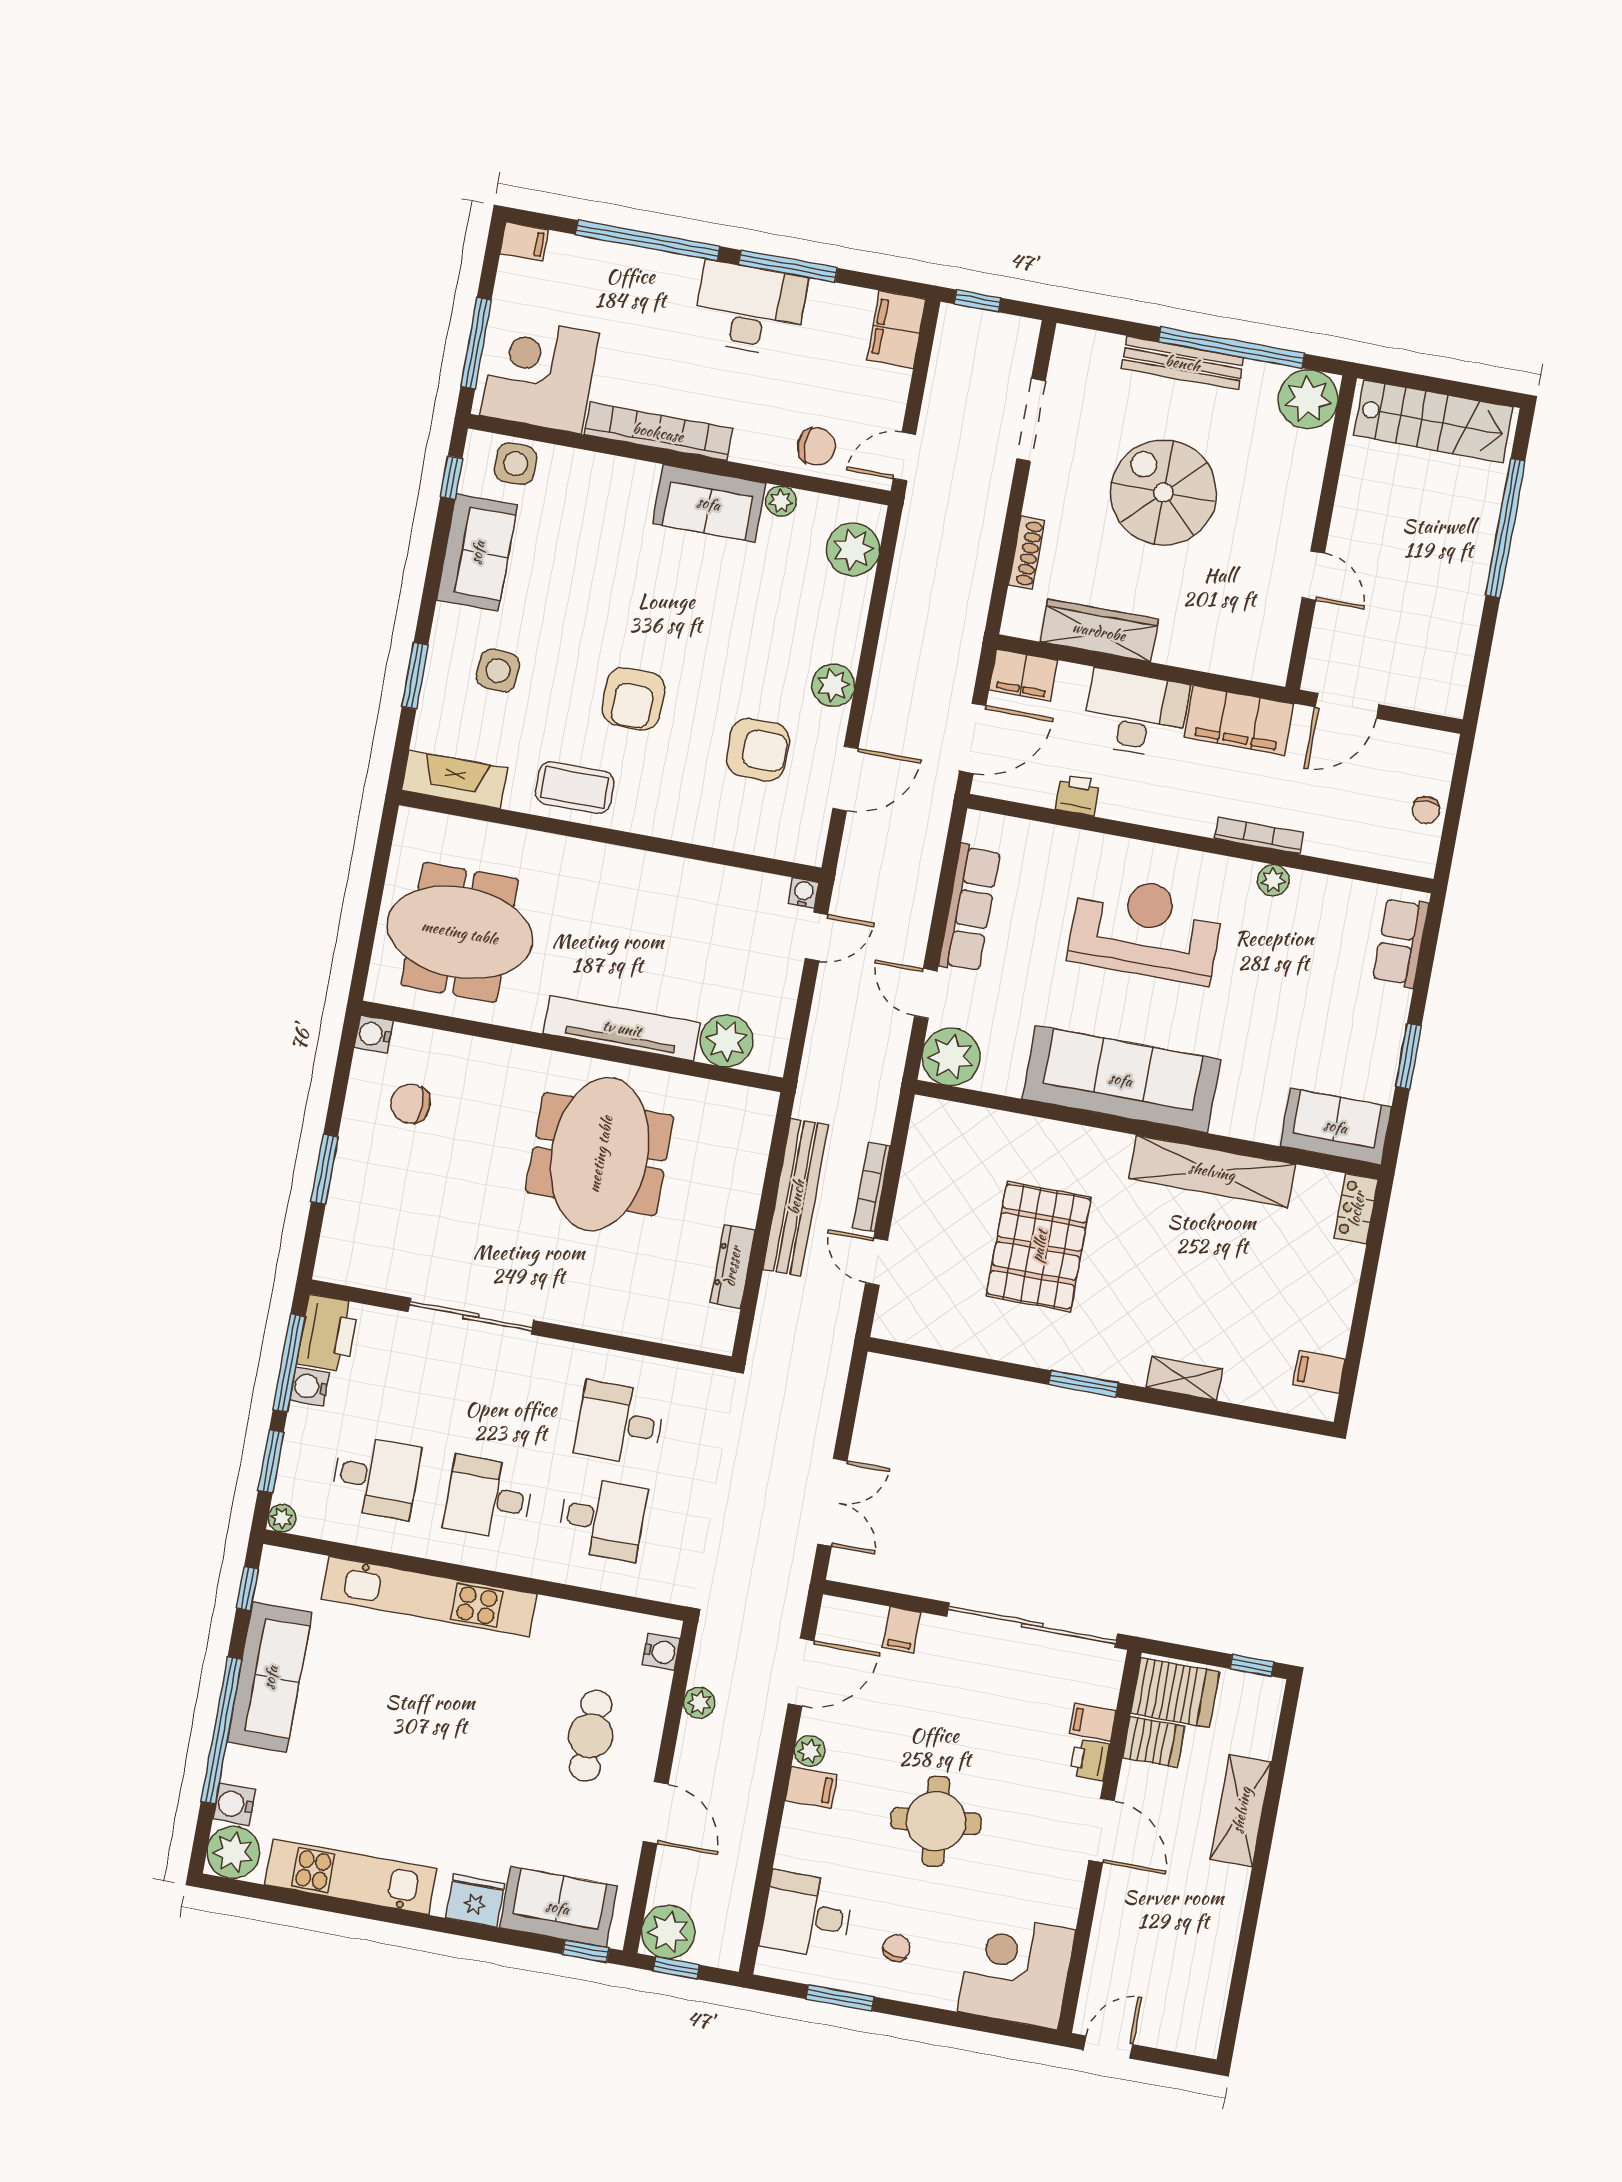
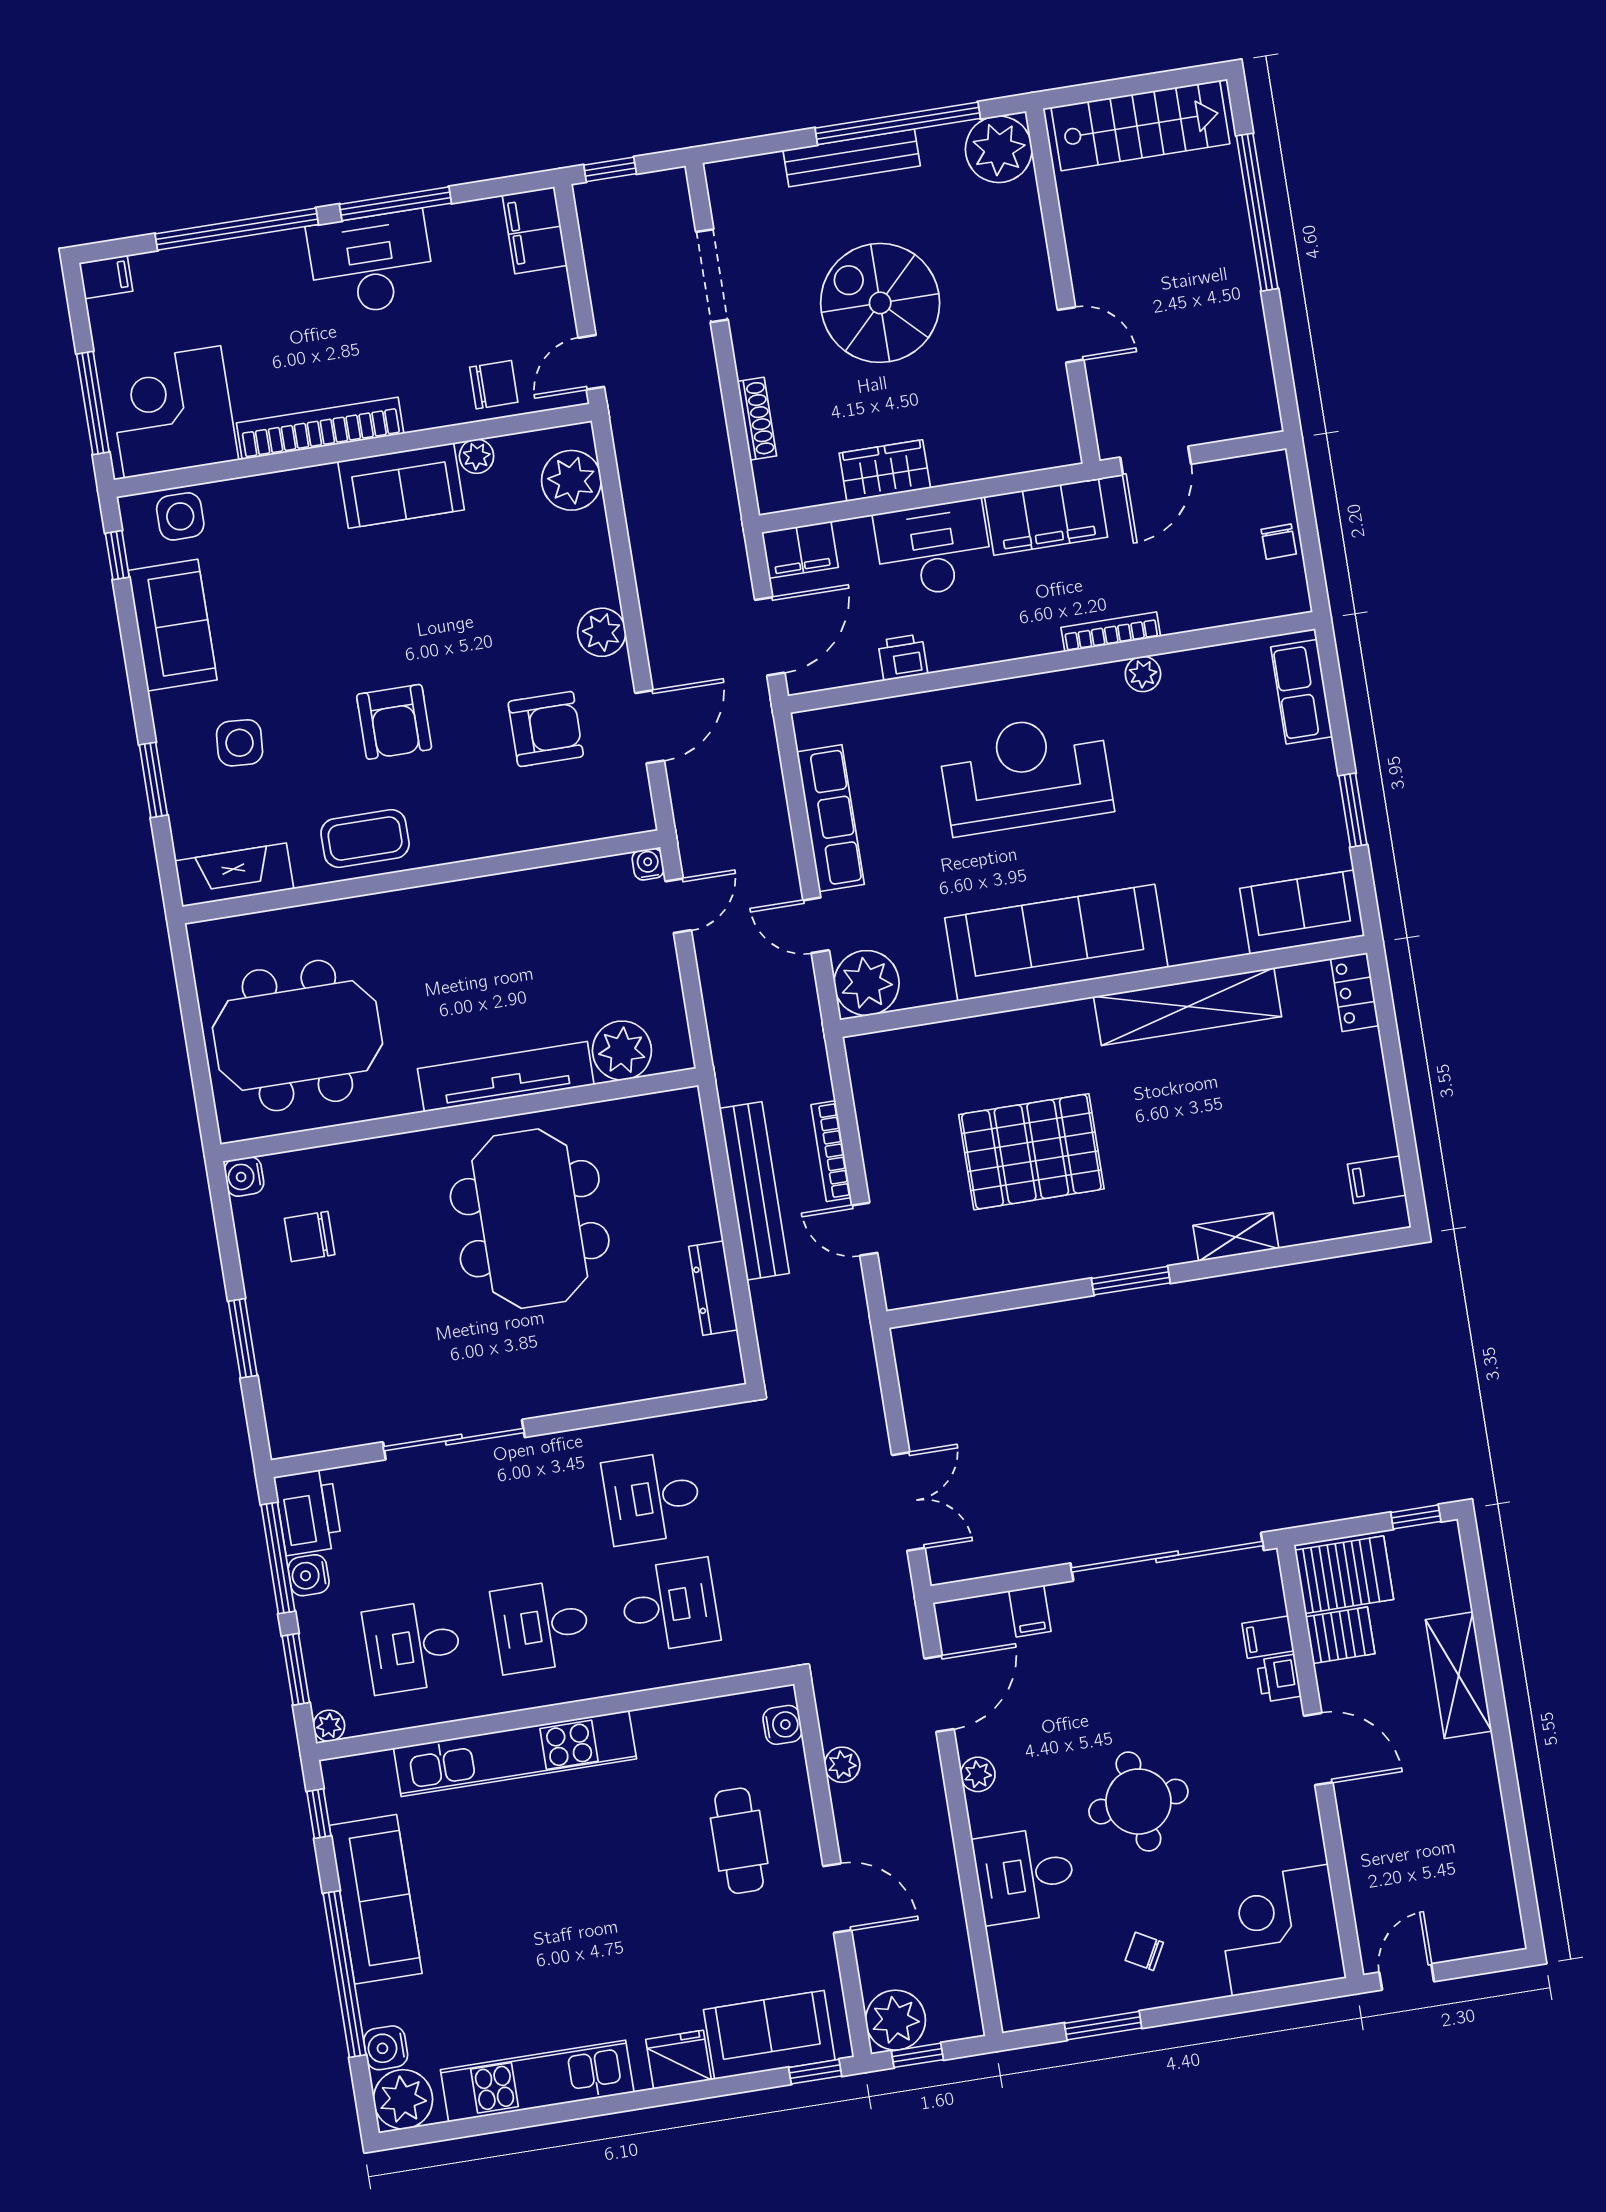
wardrobe: (1099, 631) -> (885, 471), width x0.67
pallet: (1039, 1246) -> (1031, 1152), turned 90
desk: (376, 1477) -> (413, 1647), turned 180
filing cabinet: (811, 1787) -> (993, 1813), removed
desk: (807, 1915) -> (1025, 1875), moved
chair: (896, 1948) -> (1144, 1951), turned -73

